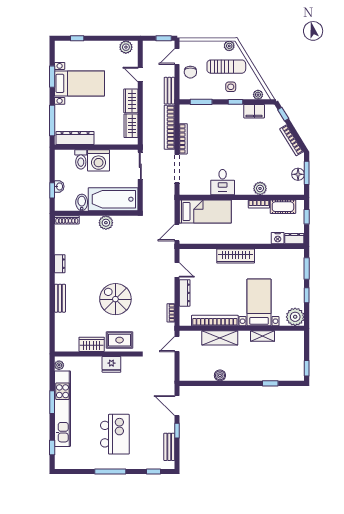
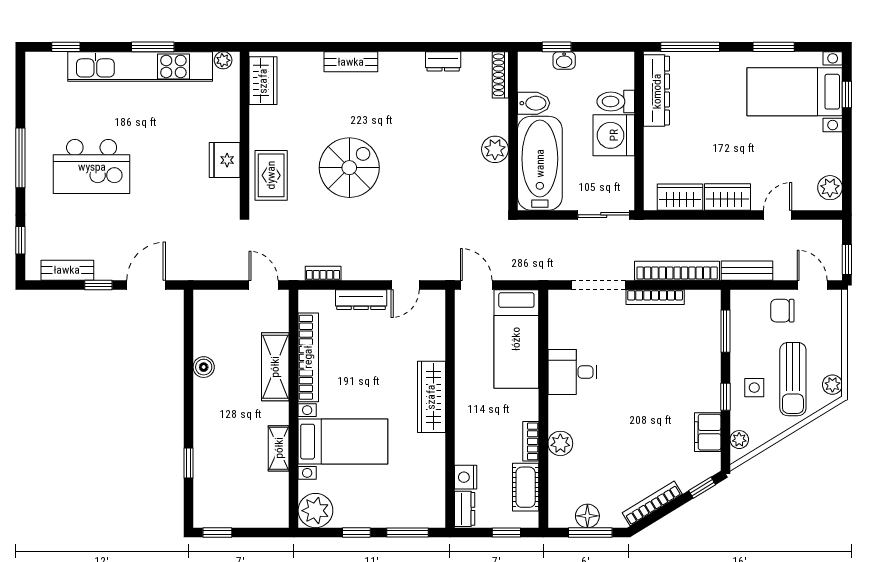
bed with nightstands: (80, 83) -> (795, 92), moved, turned 90
dresser: (60, 264) -> (443, 61), moved
wardrobe: (92, 344) -> (263, 81), moved

